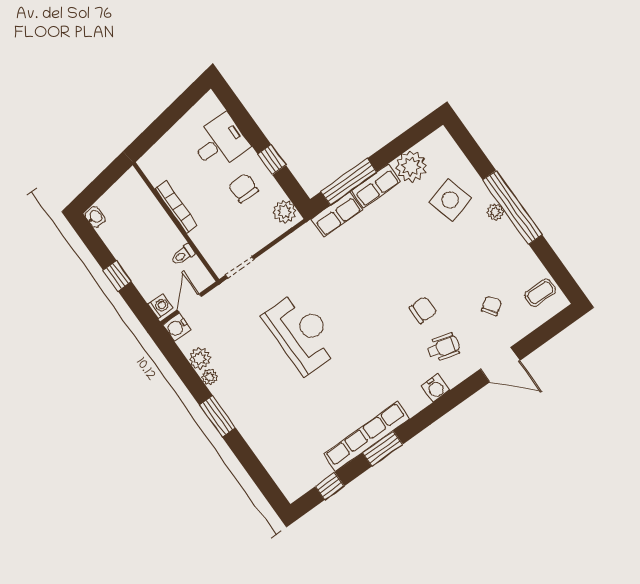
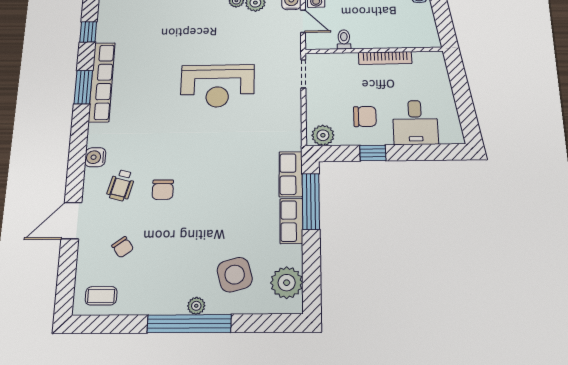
plant: (411, 167) -> (287, 283), moved
coffee table: (540, 293) -> (101, 296), turned 90

